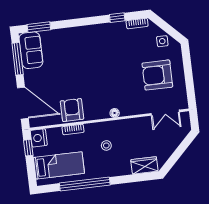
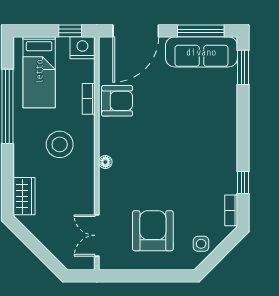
sofa: (31, 50) -> (201, 52), width x1.36
stool: (106, 145) -> (60, 144), width x1.89, depth x1.89

